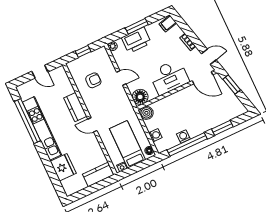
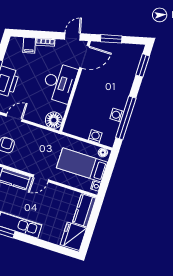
filing cabinet: (168, 24) -> (29, 45), moved
door: (121, 78) -> (14, 118), moved
boiler: (146, 113) -> (71, 127), removed
window: (222, 128) -> (143, 65), moved
fridge: (63, 167) -> (73, 236), moved, turned -90

